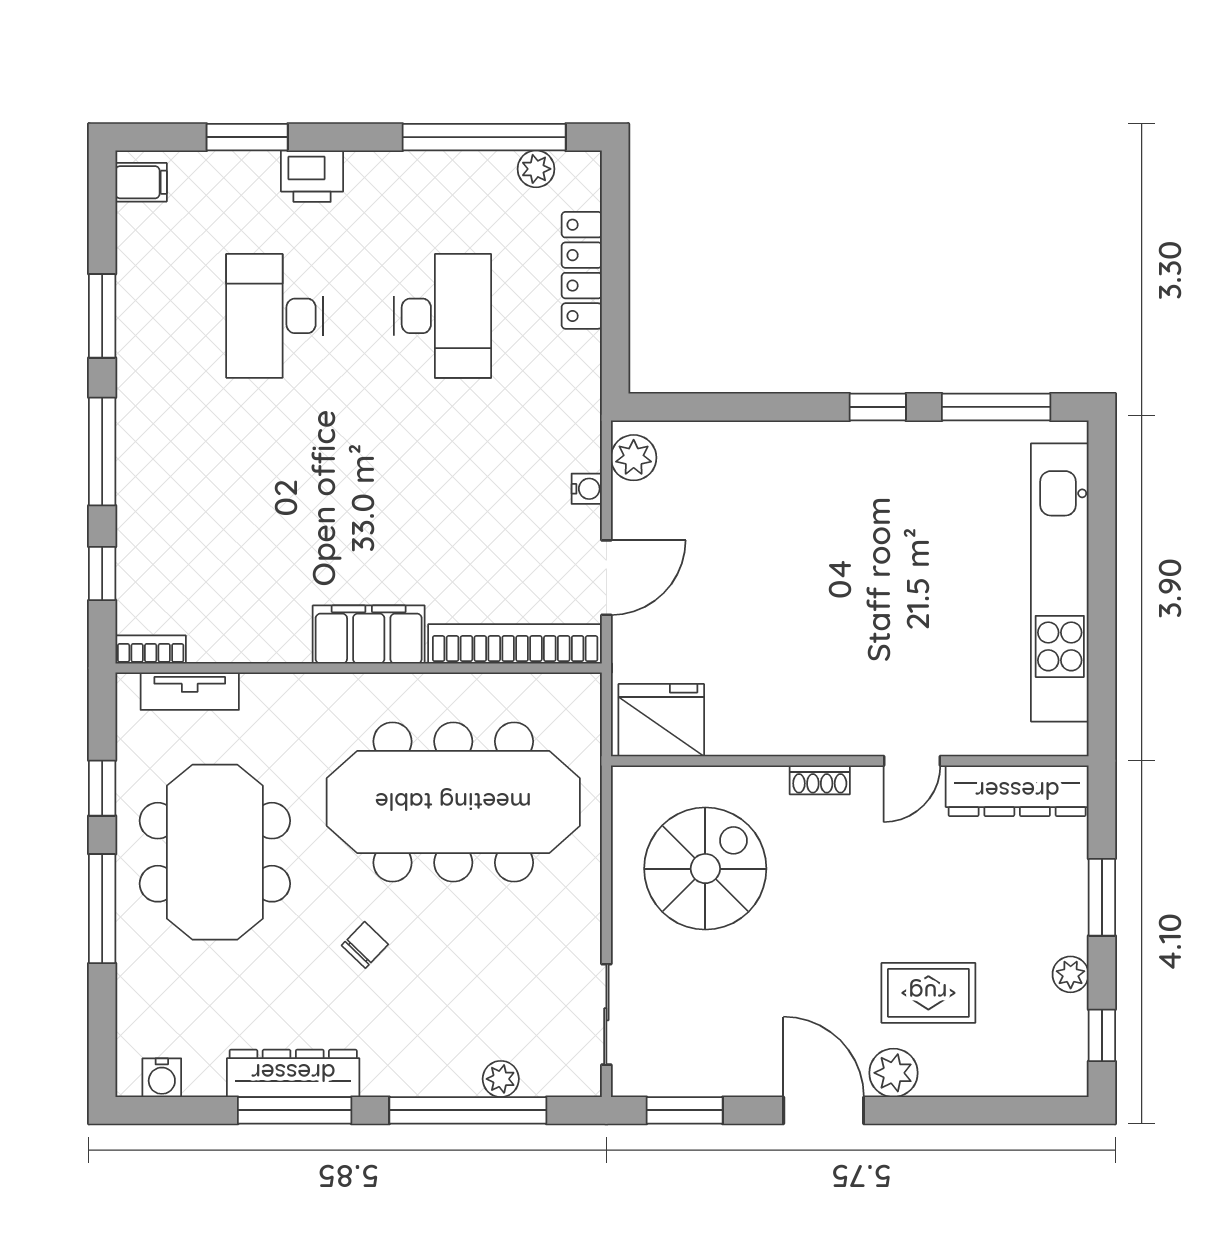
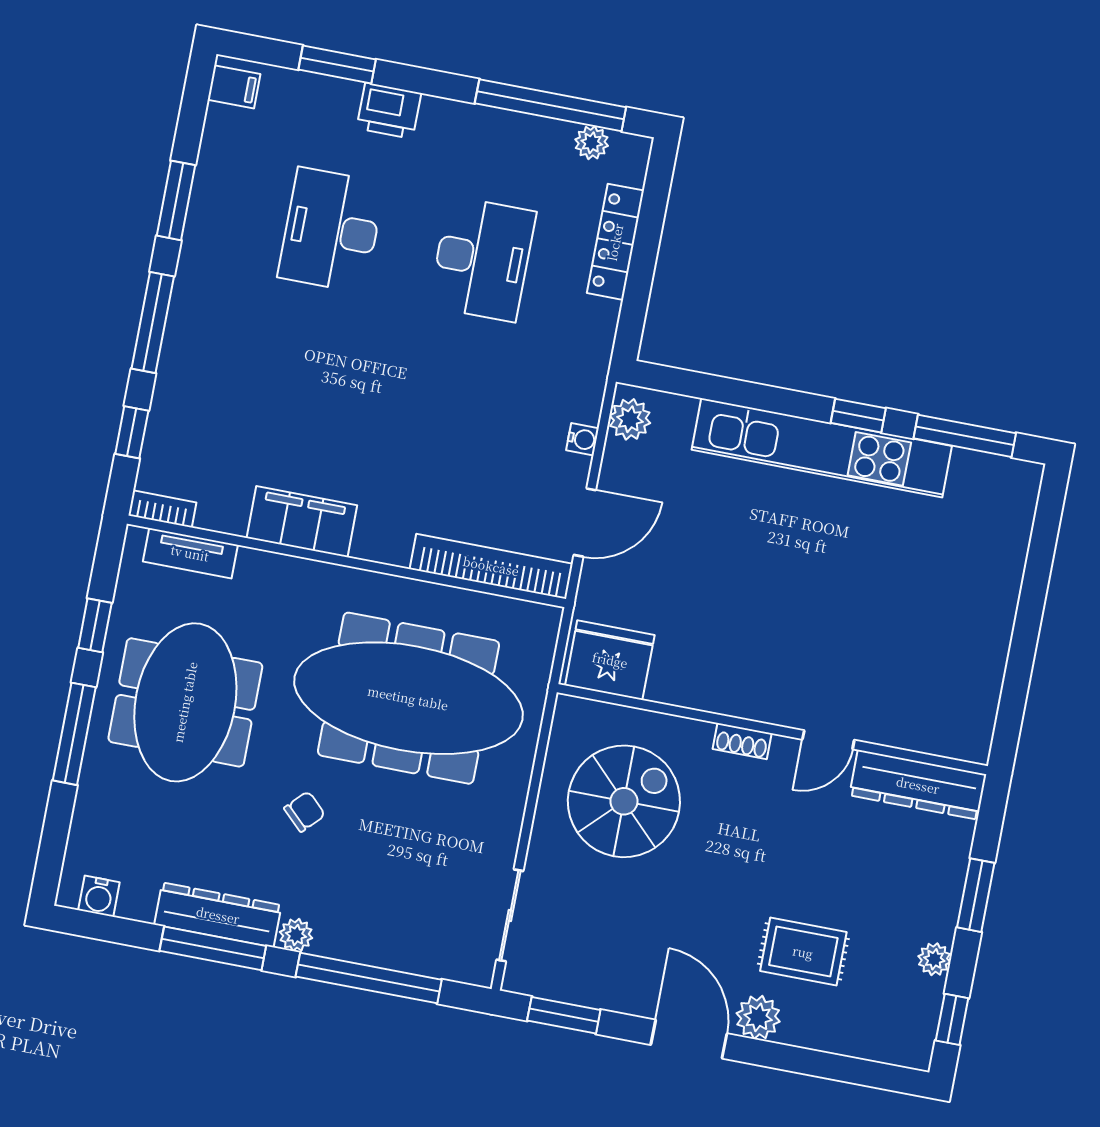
kitchen unit: (1060, 582) -> (822, 448), moved, turned -90
filing cabinet: (369, 635) -> (302, 522), moved
plant: (501, 1079) -> (296, 935), moved

